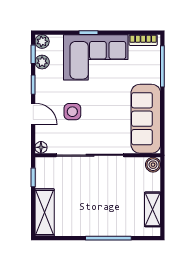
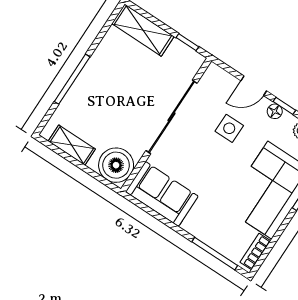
sofa: (146, 119) -> (162, 194), width x0.73
floor lamp: (41, 147) -> (275, 111), moved
boiler: (153, 165) -> (116, 165), width x1.86, depth x1.86

